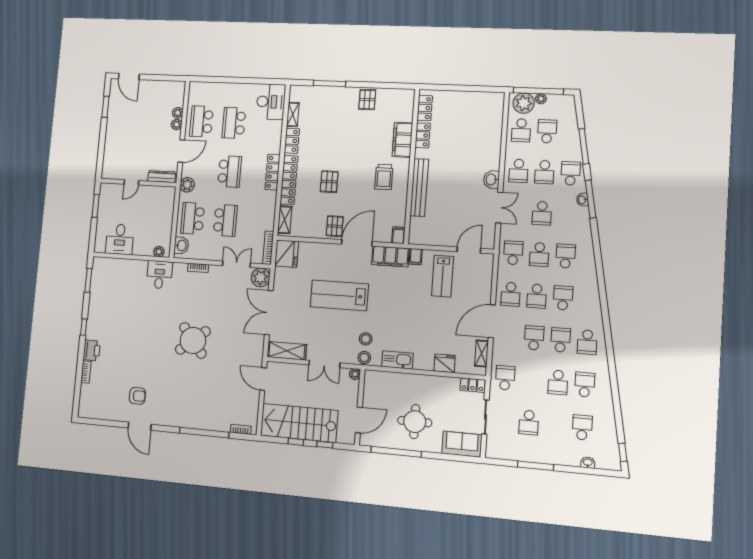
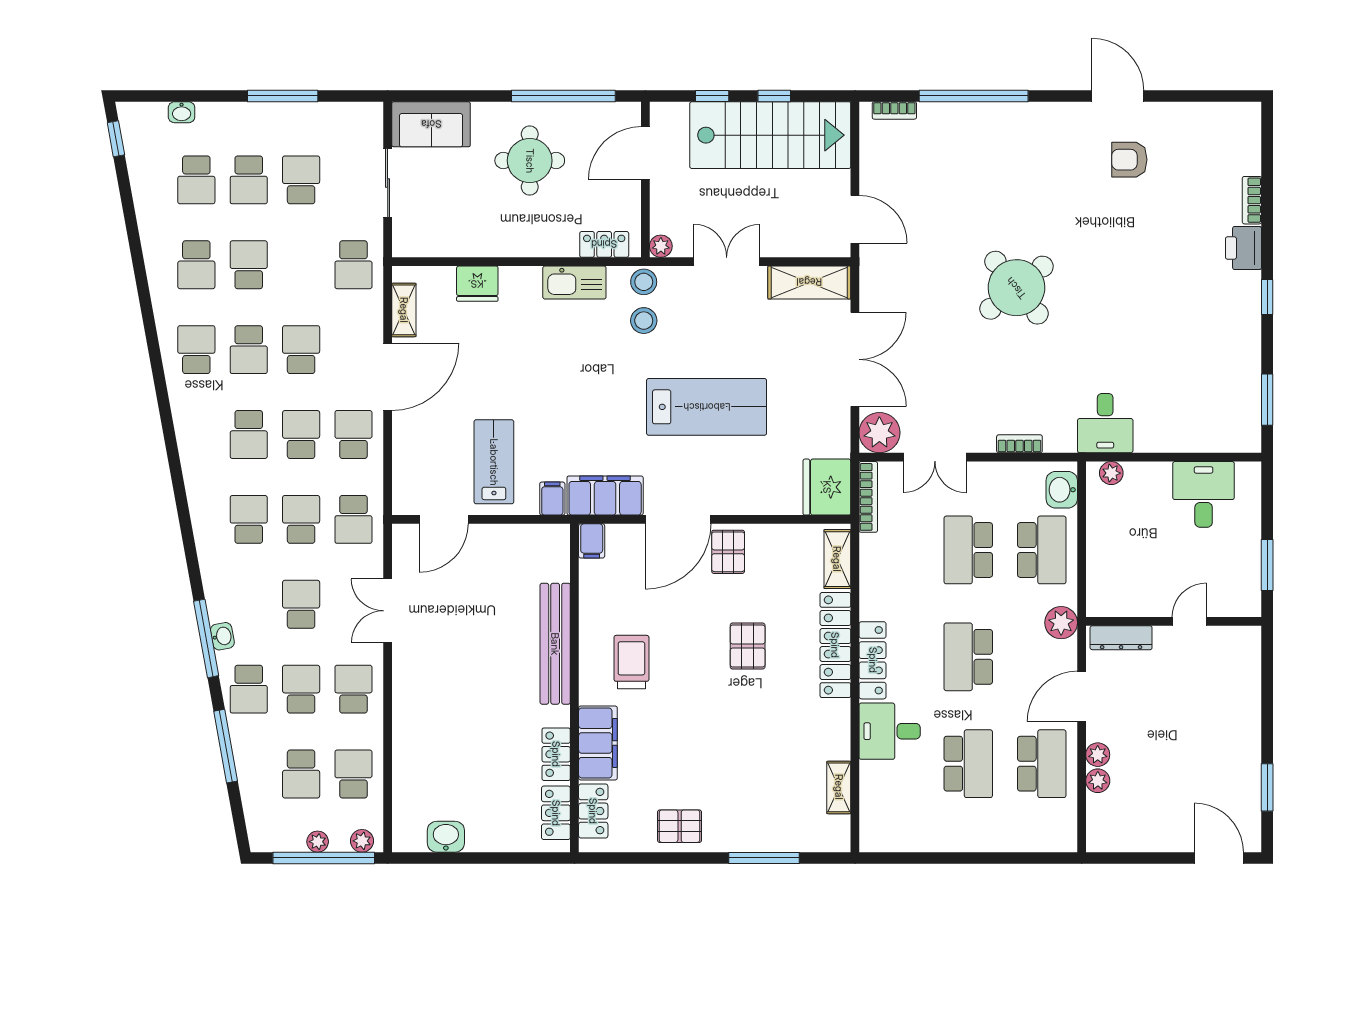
pallet: (367, 100) -> (680, 826), turned 90
desk: (271, 102) -> (890, 731), moved, width x0.73
plant: (524, 103) -> (362, 841), width x0.53, depth x0.53
locker: (292, 141) -> (593, 811), moved, turned 180
washbasin: (491, 180) -> (446, 837), moved, turned -90
school desk: (566, 256) -> (249, 519), turned 180
school desk: (534, 338) -> (301, 350), turned 180
locker: (473, 385) -> (604, 244), moved
school desk: (555, 425) -> (249, 180), added

